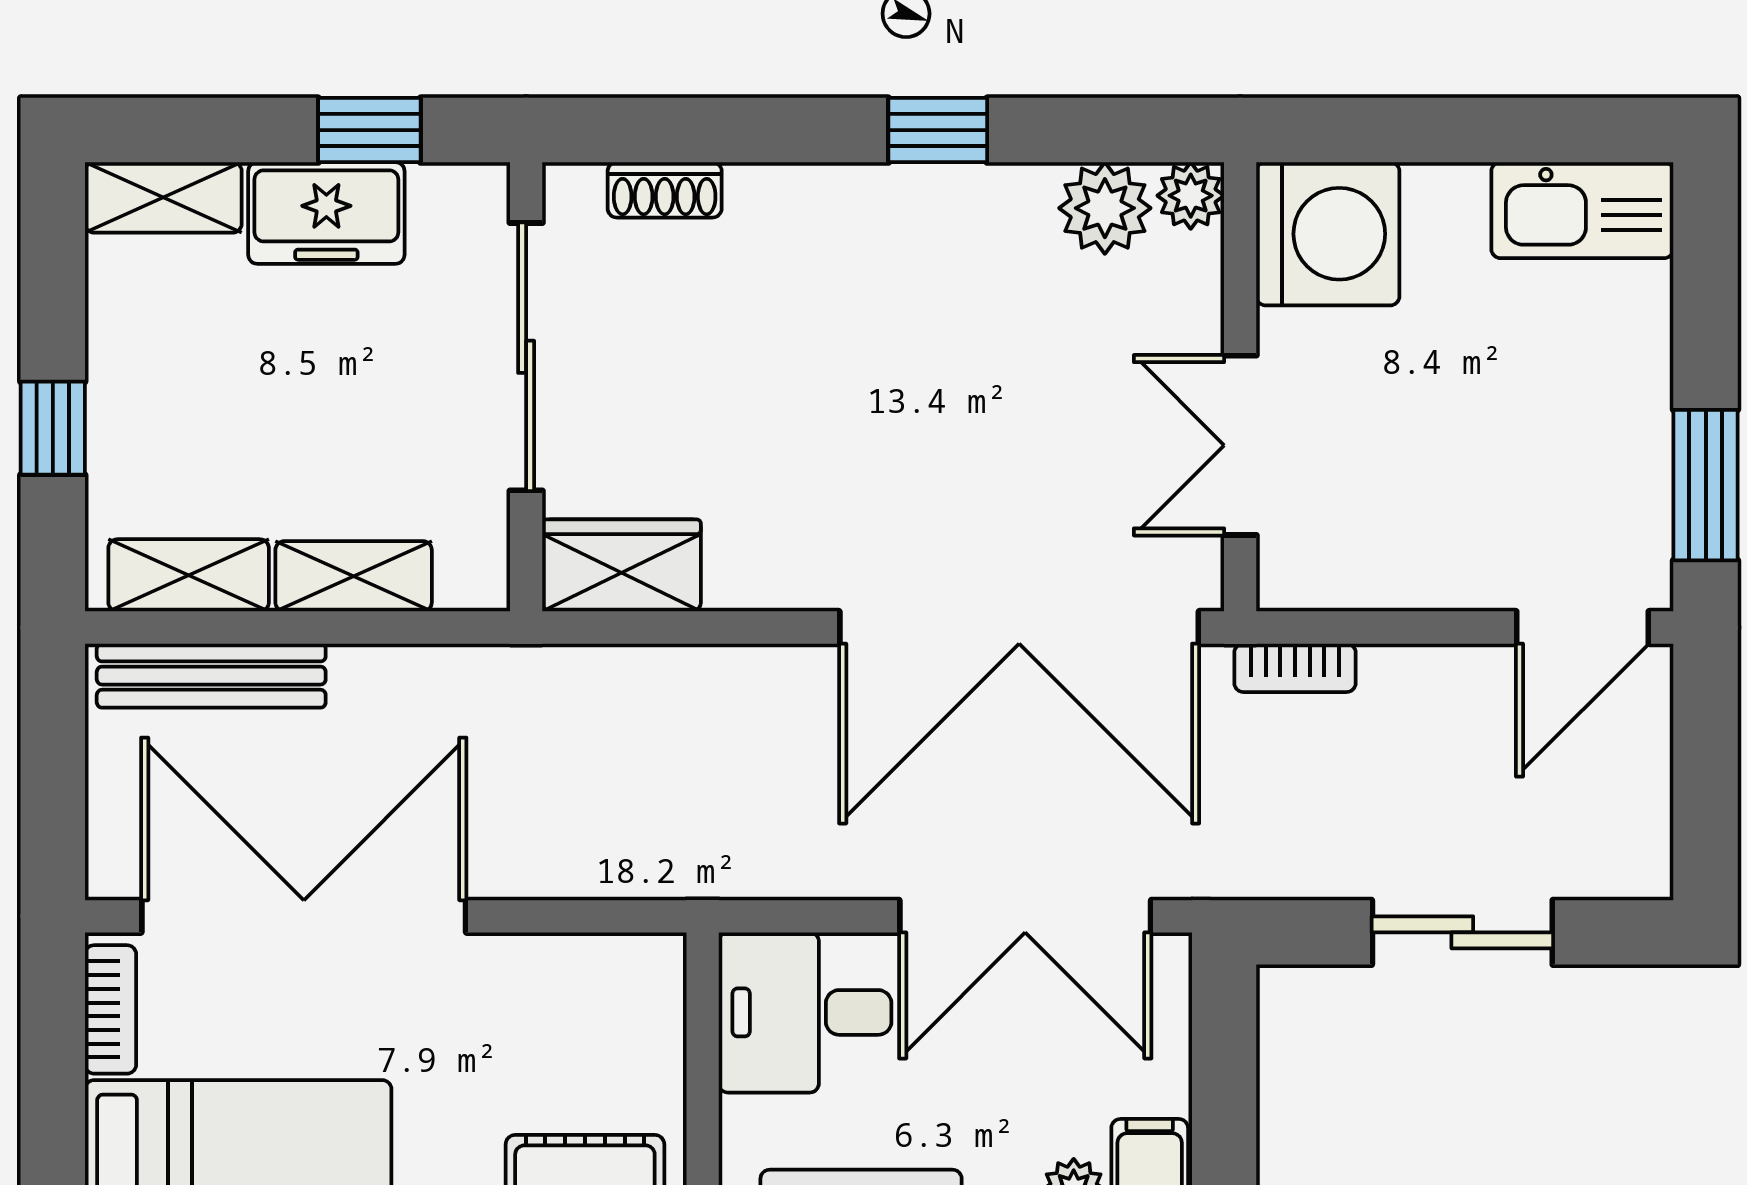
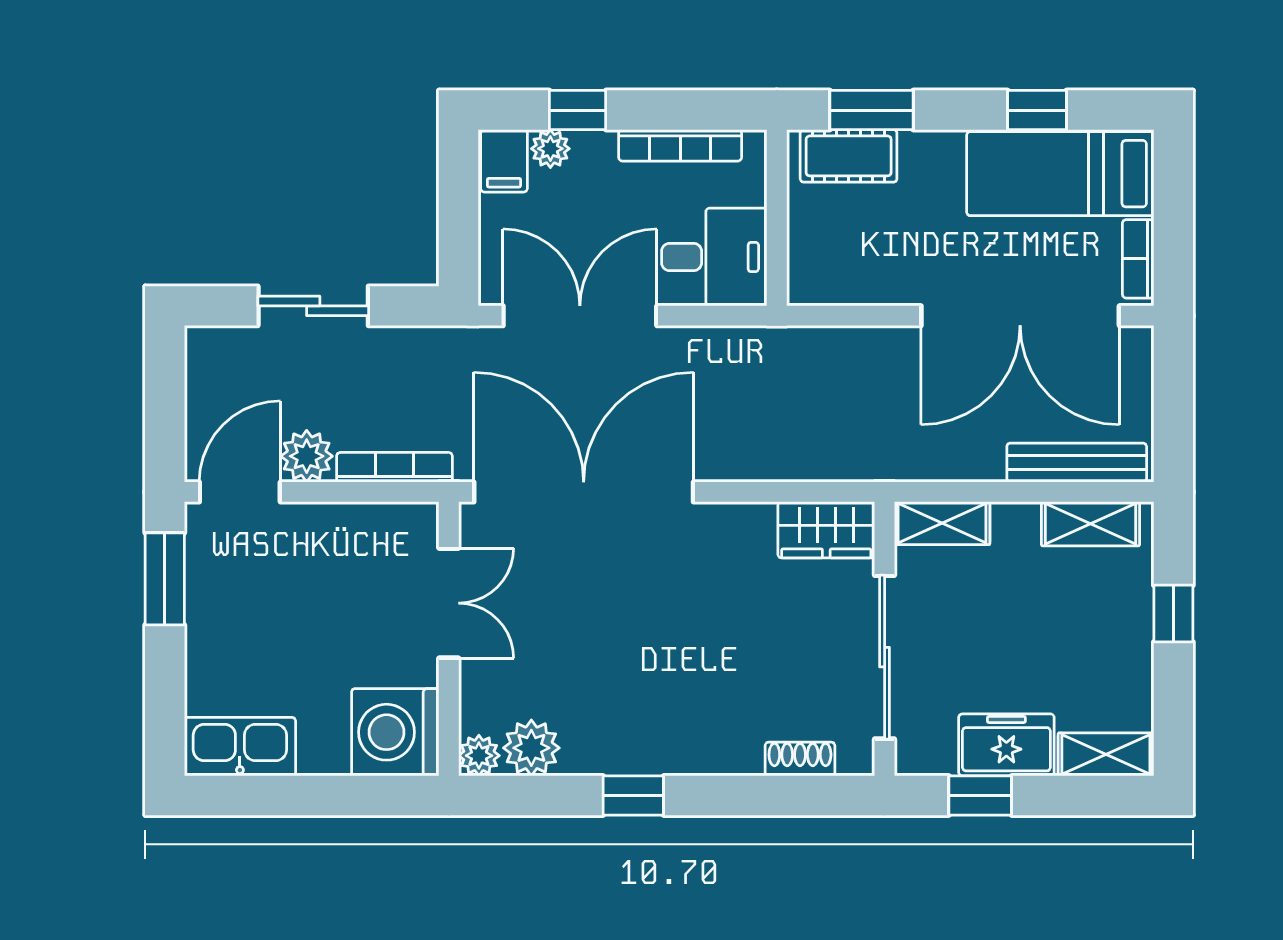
shelving: (354, 576) -> (942, 523), moved
bookcase: (1295, 668) -> (394, 467), width x1.56
plant: (1473, 686) -> (307, 456), added

